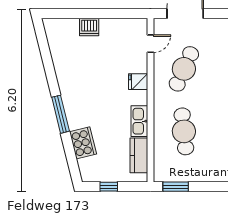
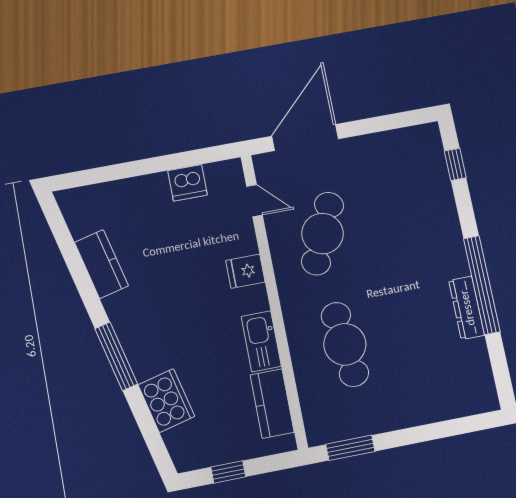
dishwasher: (89, 27) -> (187, 183), moved
door: (150, 44) -> (255, 201), hinge flipped
kitchen counter: (61, 63) -> (101, 264), added

